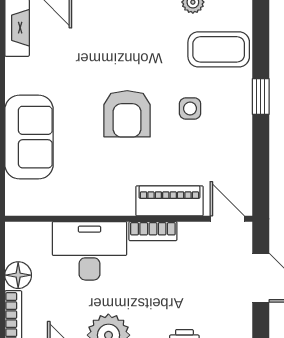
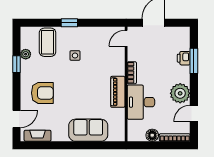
armchair: (127, 114) -> (42, 93), moved
piano: (169, 201) -> (118, 92), moved

